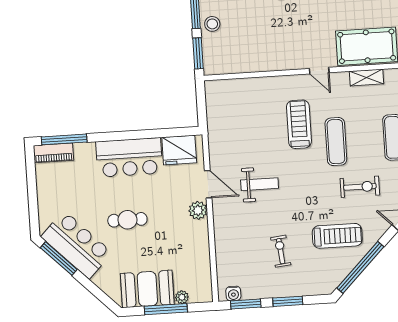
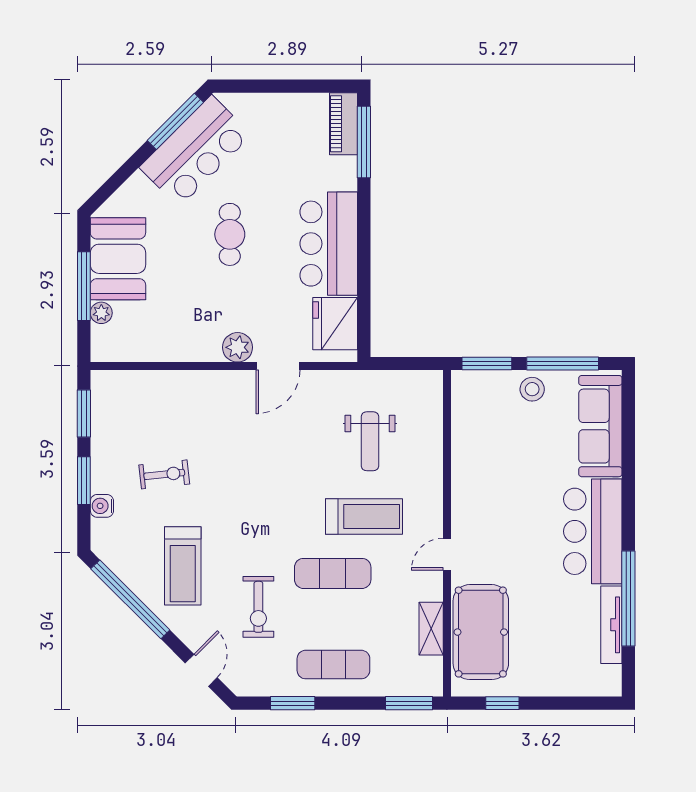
weight bench: (260, 184) -> (370, 441), moved
water cooler: (233, 293) -> (102, 506), moved

